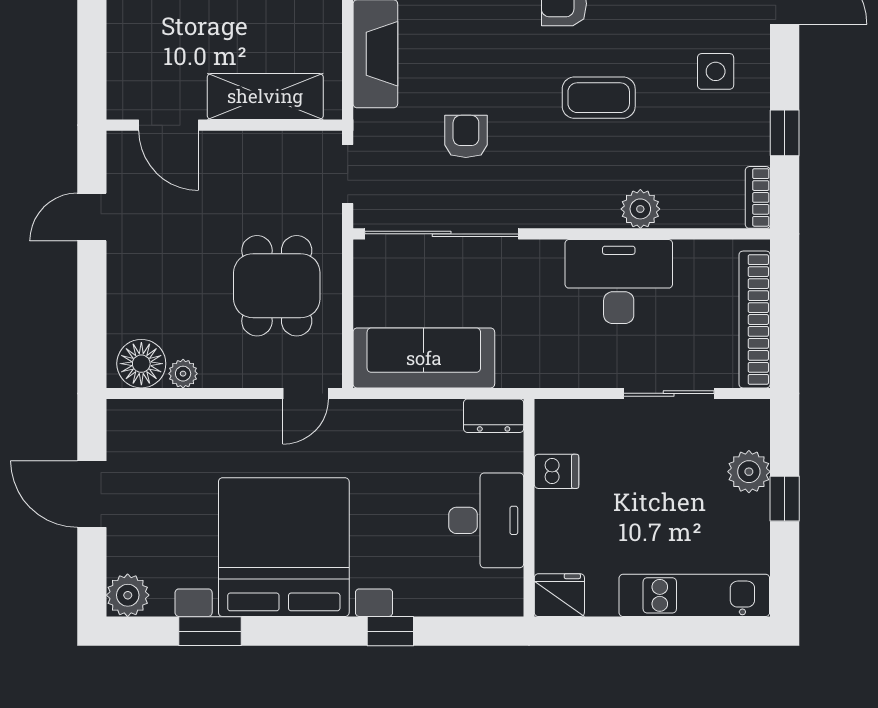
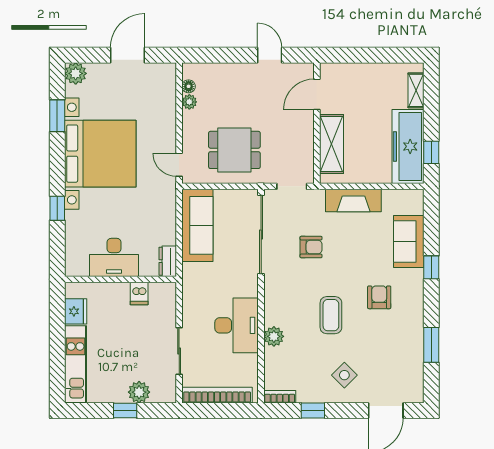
side table: (716, 71) -> (344, 375), turned 45
floor lamp: (141, 364) -> (189, 86), width x0.53, depth x0.53
fridge: (559, 595) -> (76, 311), moved

